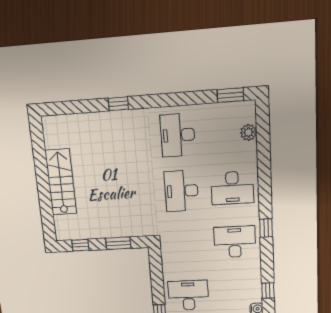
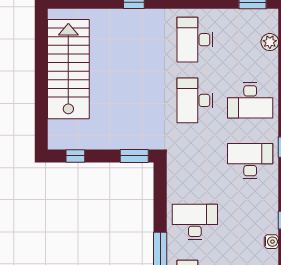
stairs: (61, 182) -> (68, 69), width x1.36, depth x1.51
window: (118, 243) -> (134, 156), moved

